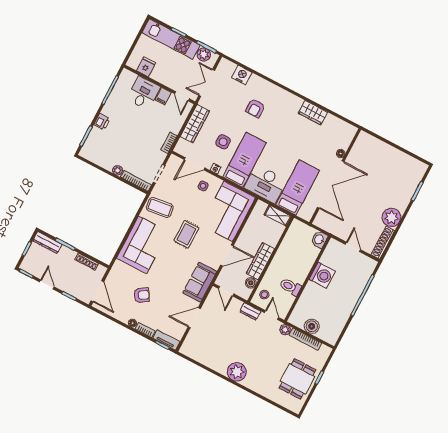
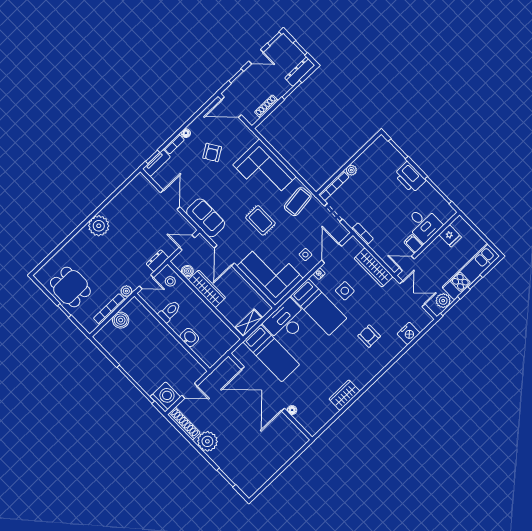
printer: (102, 122) -> (410, 177), width x1.87, depth x1.48
washbasin: (319, 240) -> (189, 337), moved
washing machine: (322, 275) -> (165, 397), moved, turned 180

